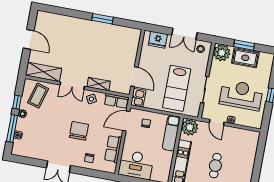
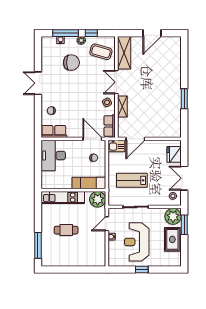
window: (244, 45) -> (184, 225), moved
lab bench: (177, 88) -> (132, 180), width x0.73, depth x0.72
reception desk: (241, 95) -> (137, 242), turned 180
chair: (79, 131) -> (71, 63), moved
row of seats: (113, 149) -> (54, 131), moved

